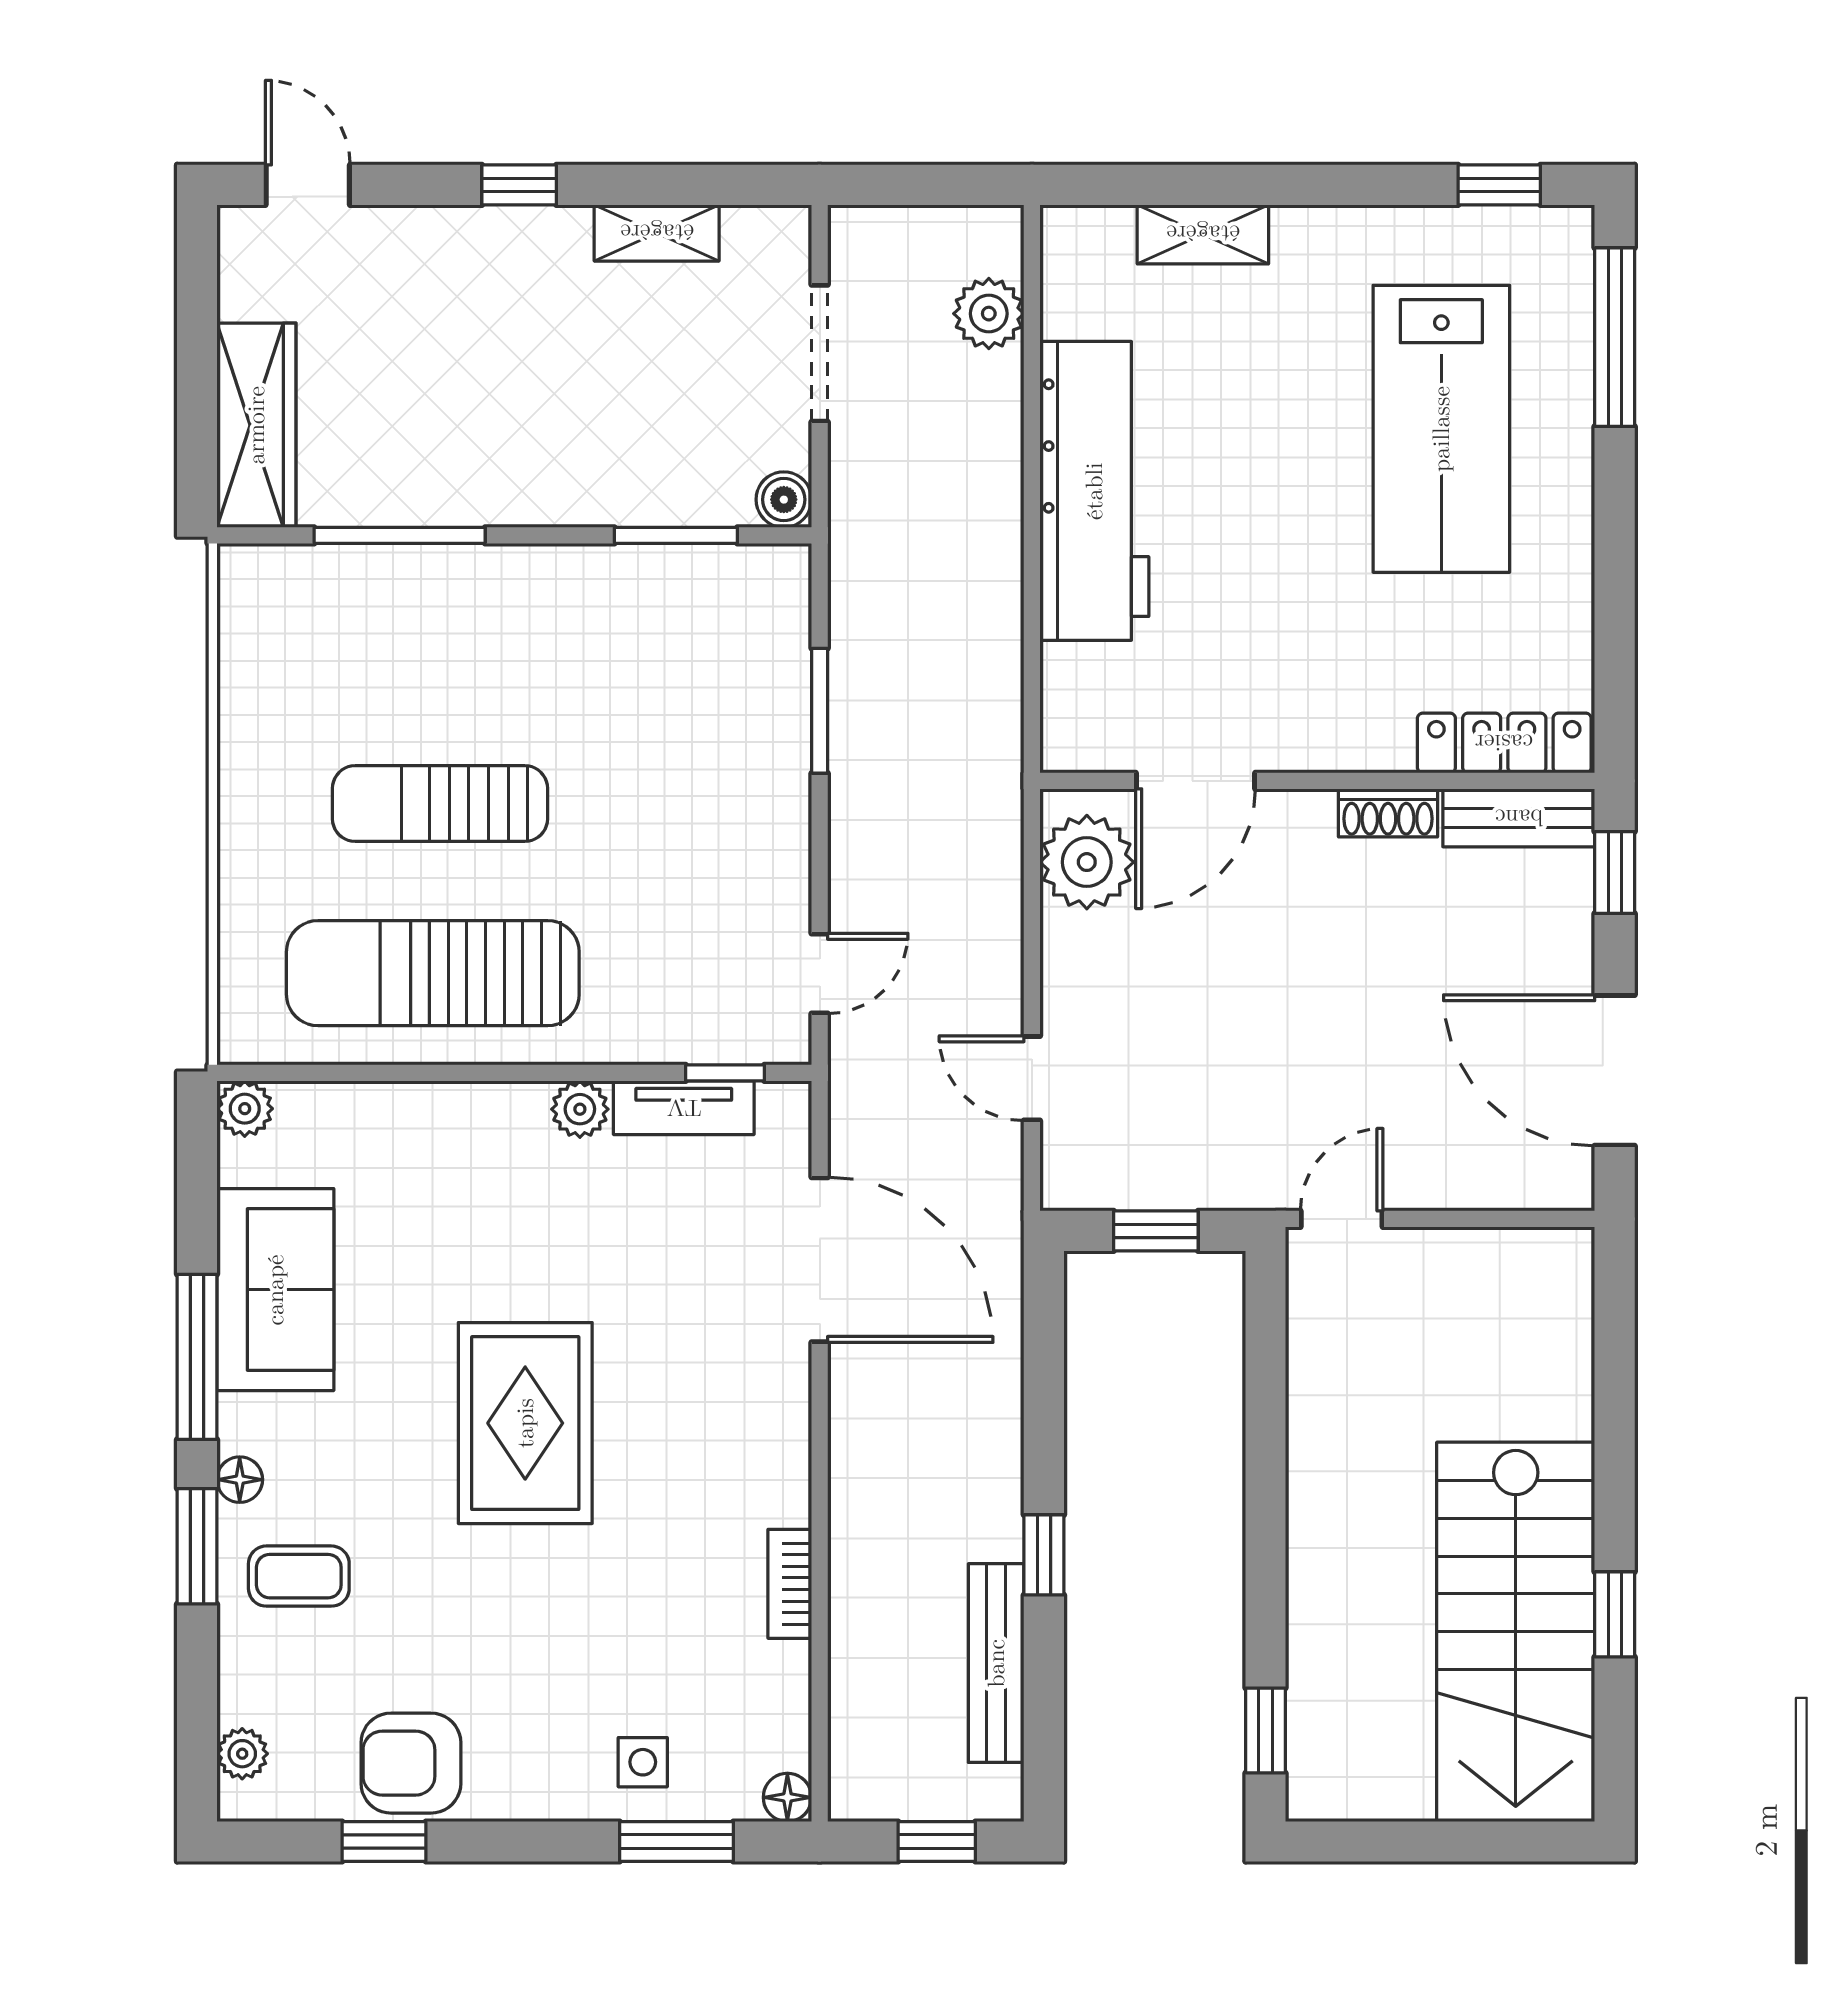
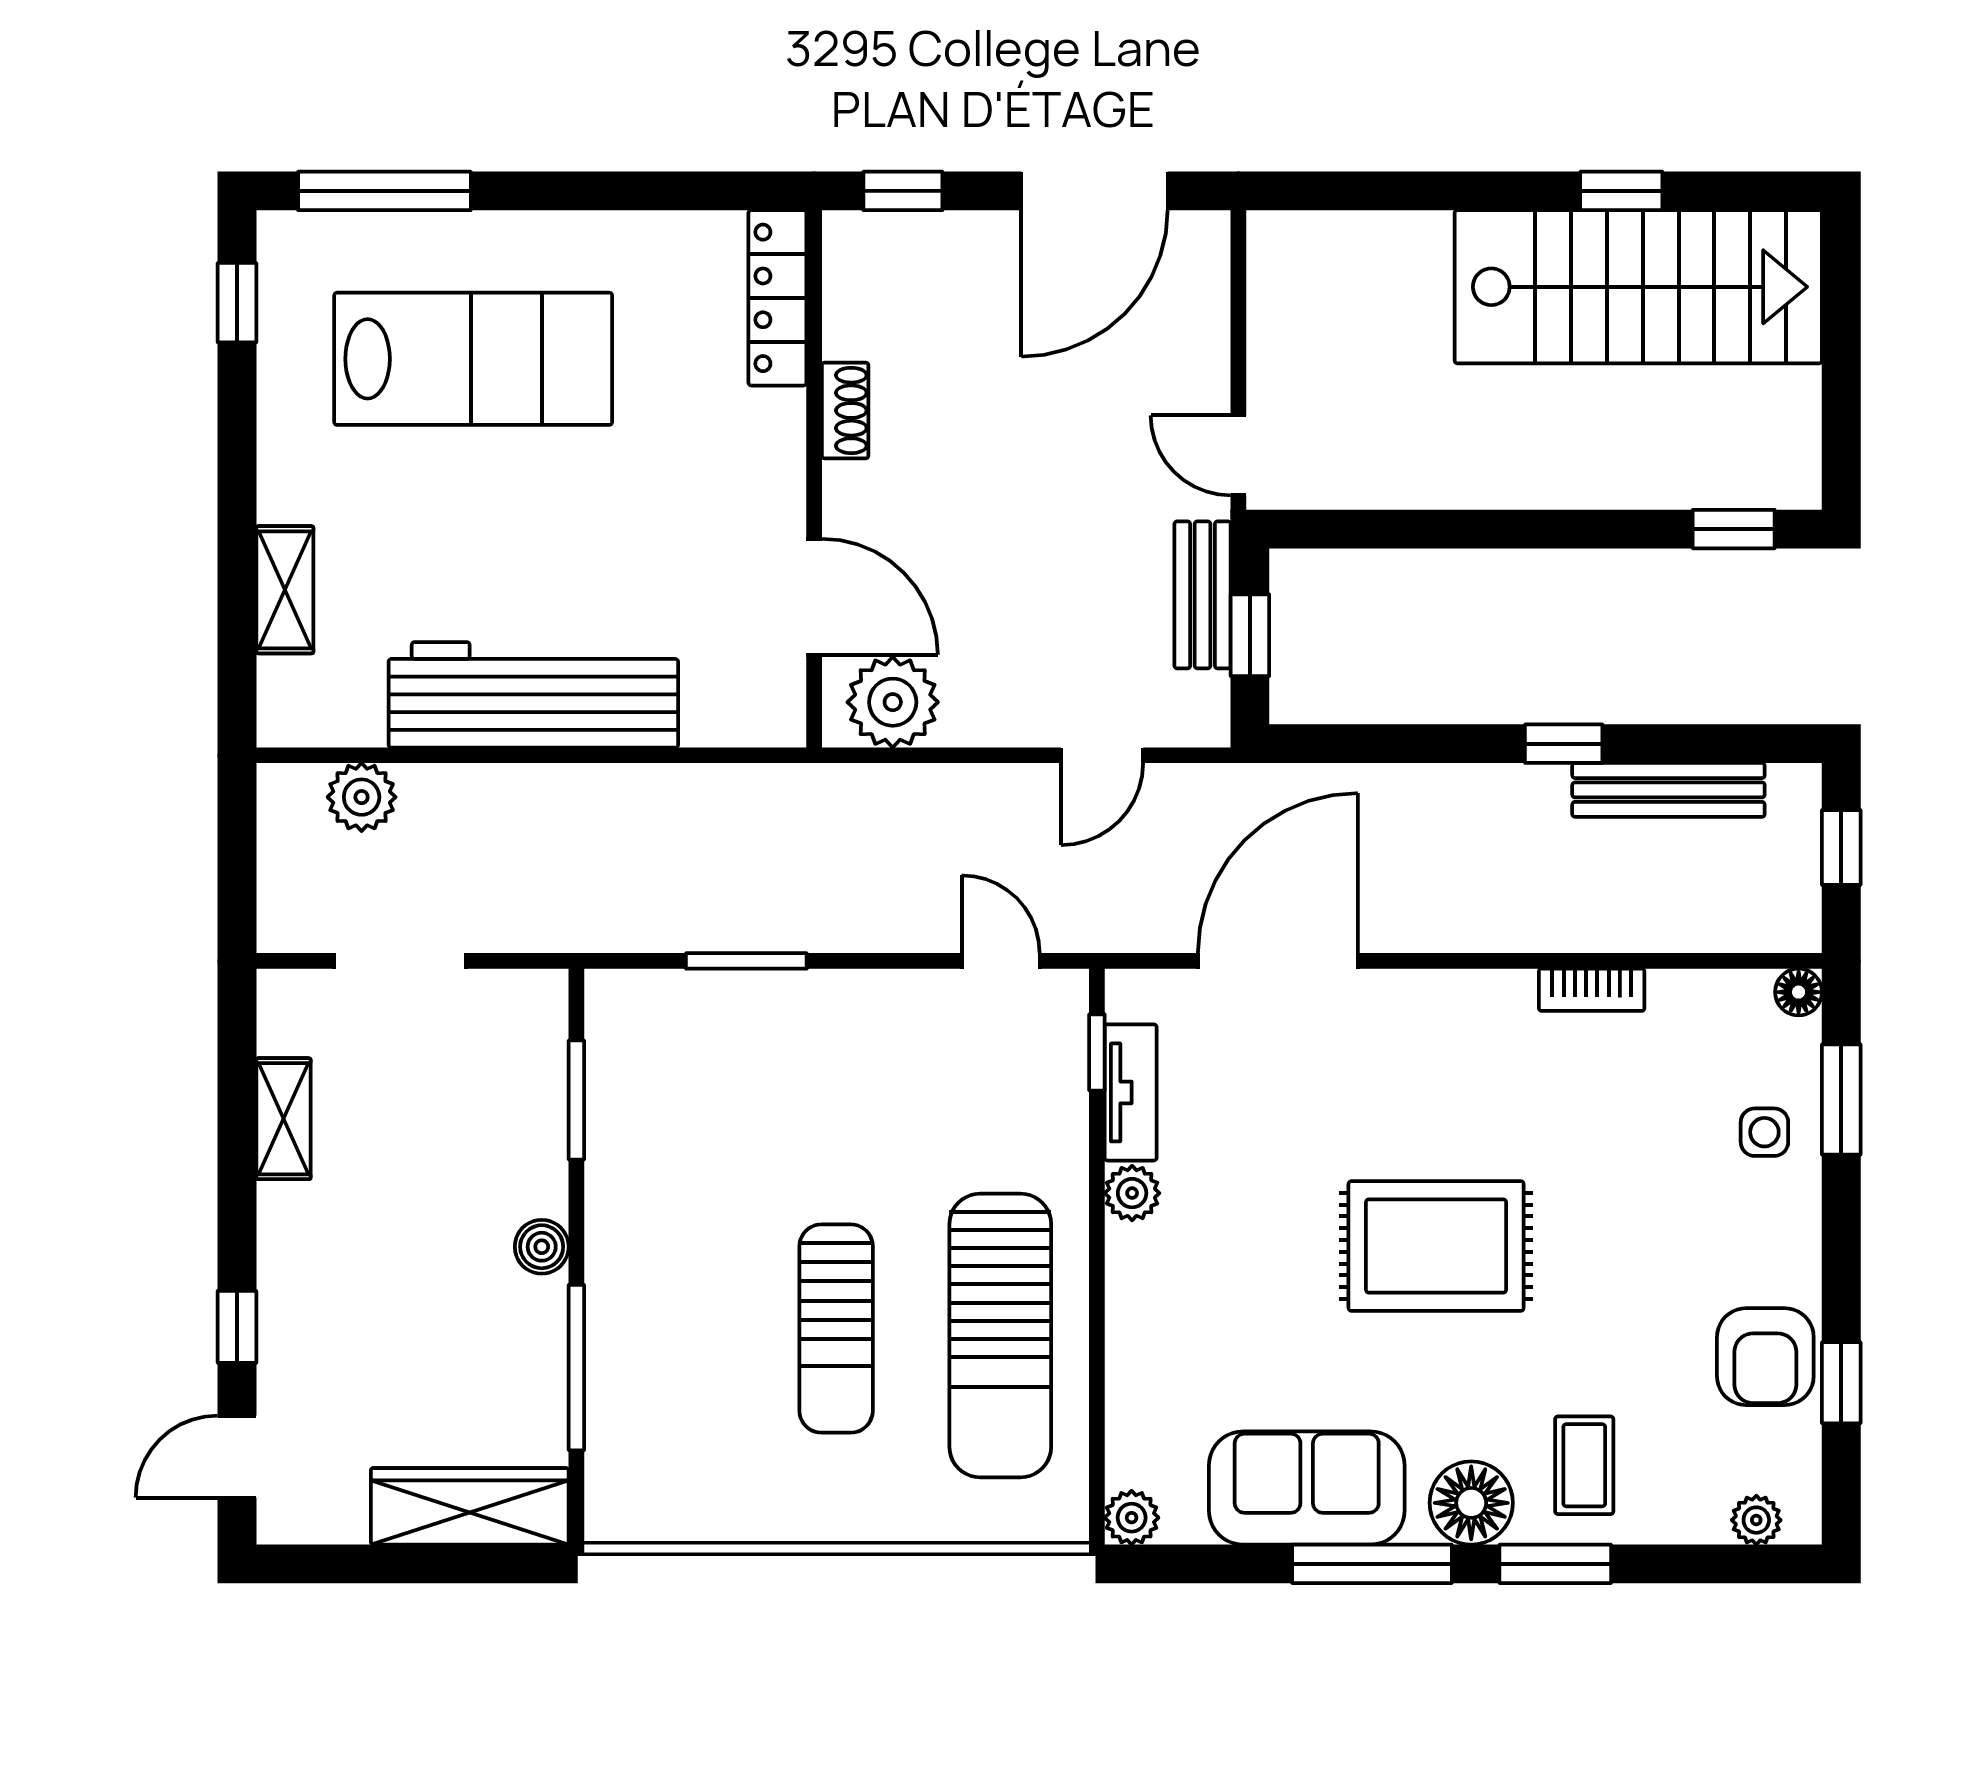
window: (519, 185) -> (237, 1327), moved
boiler: (784, 500) -> (542, 1247), moved
bench: (1519, 818) -> (1203, 595), moved
floor lamp: (240, 1480) -> (1471, 1503), width x1.89, depth x1.89

